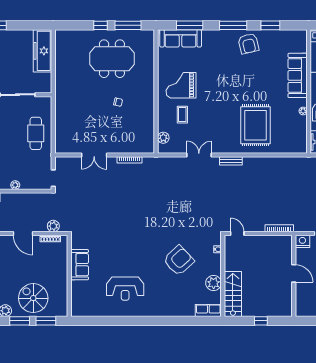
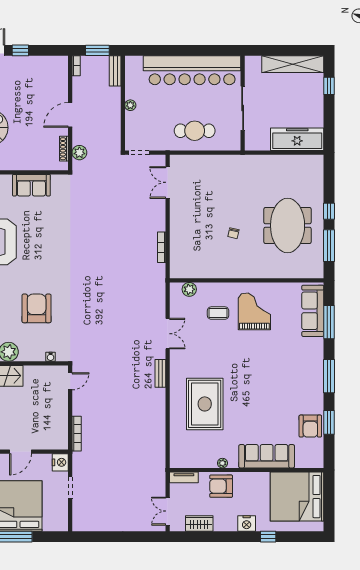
armchair: (248, 44) -> (310, 426), moved, turned -77
rug: (255, 125) -> (205, 404), turned 90
double door: (94, 155) -> (168, 182), moved
armchair: (179, 261) -> (37, 308), turned -137

